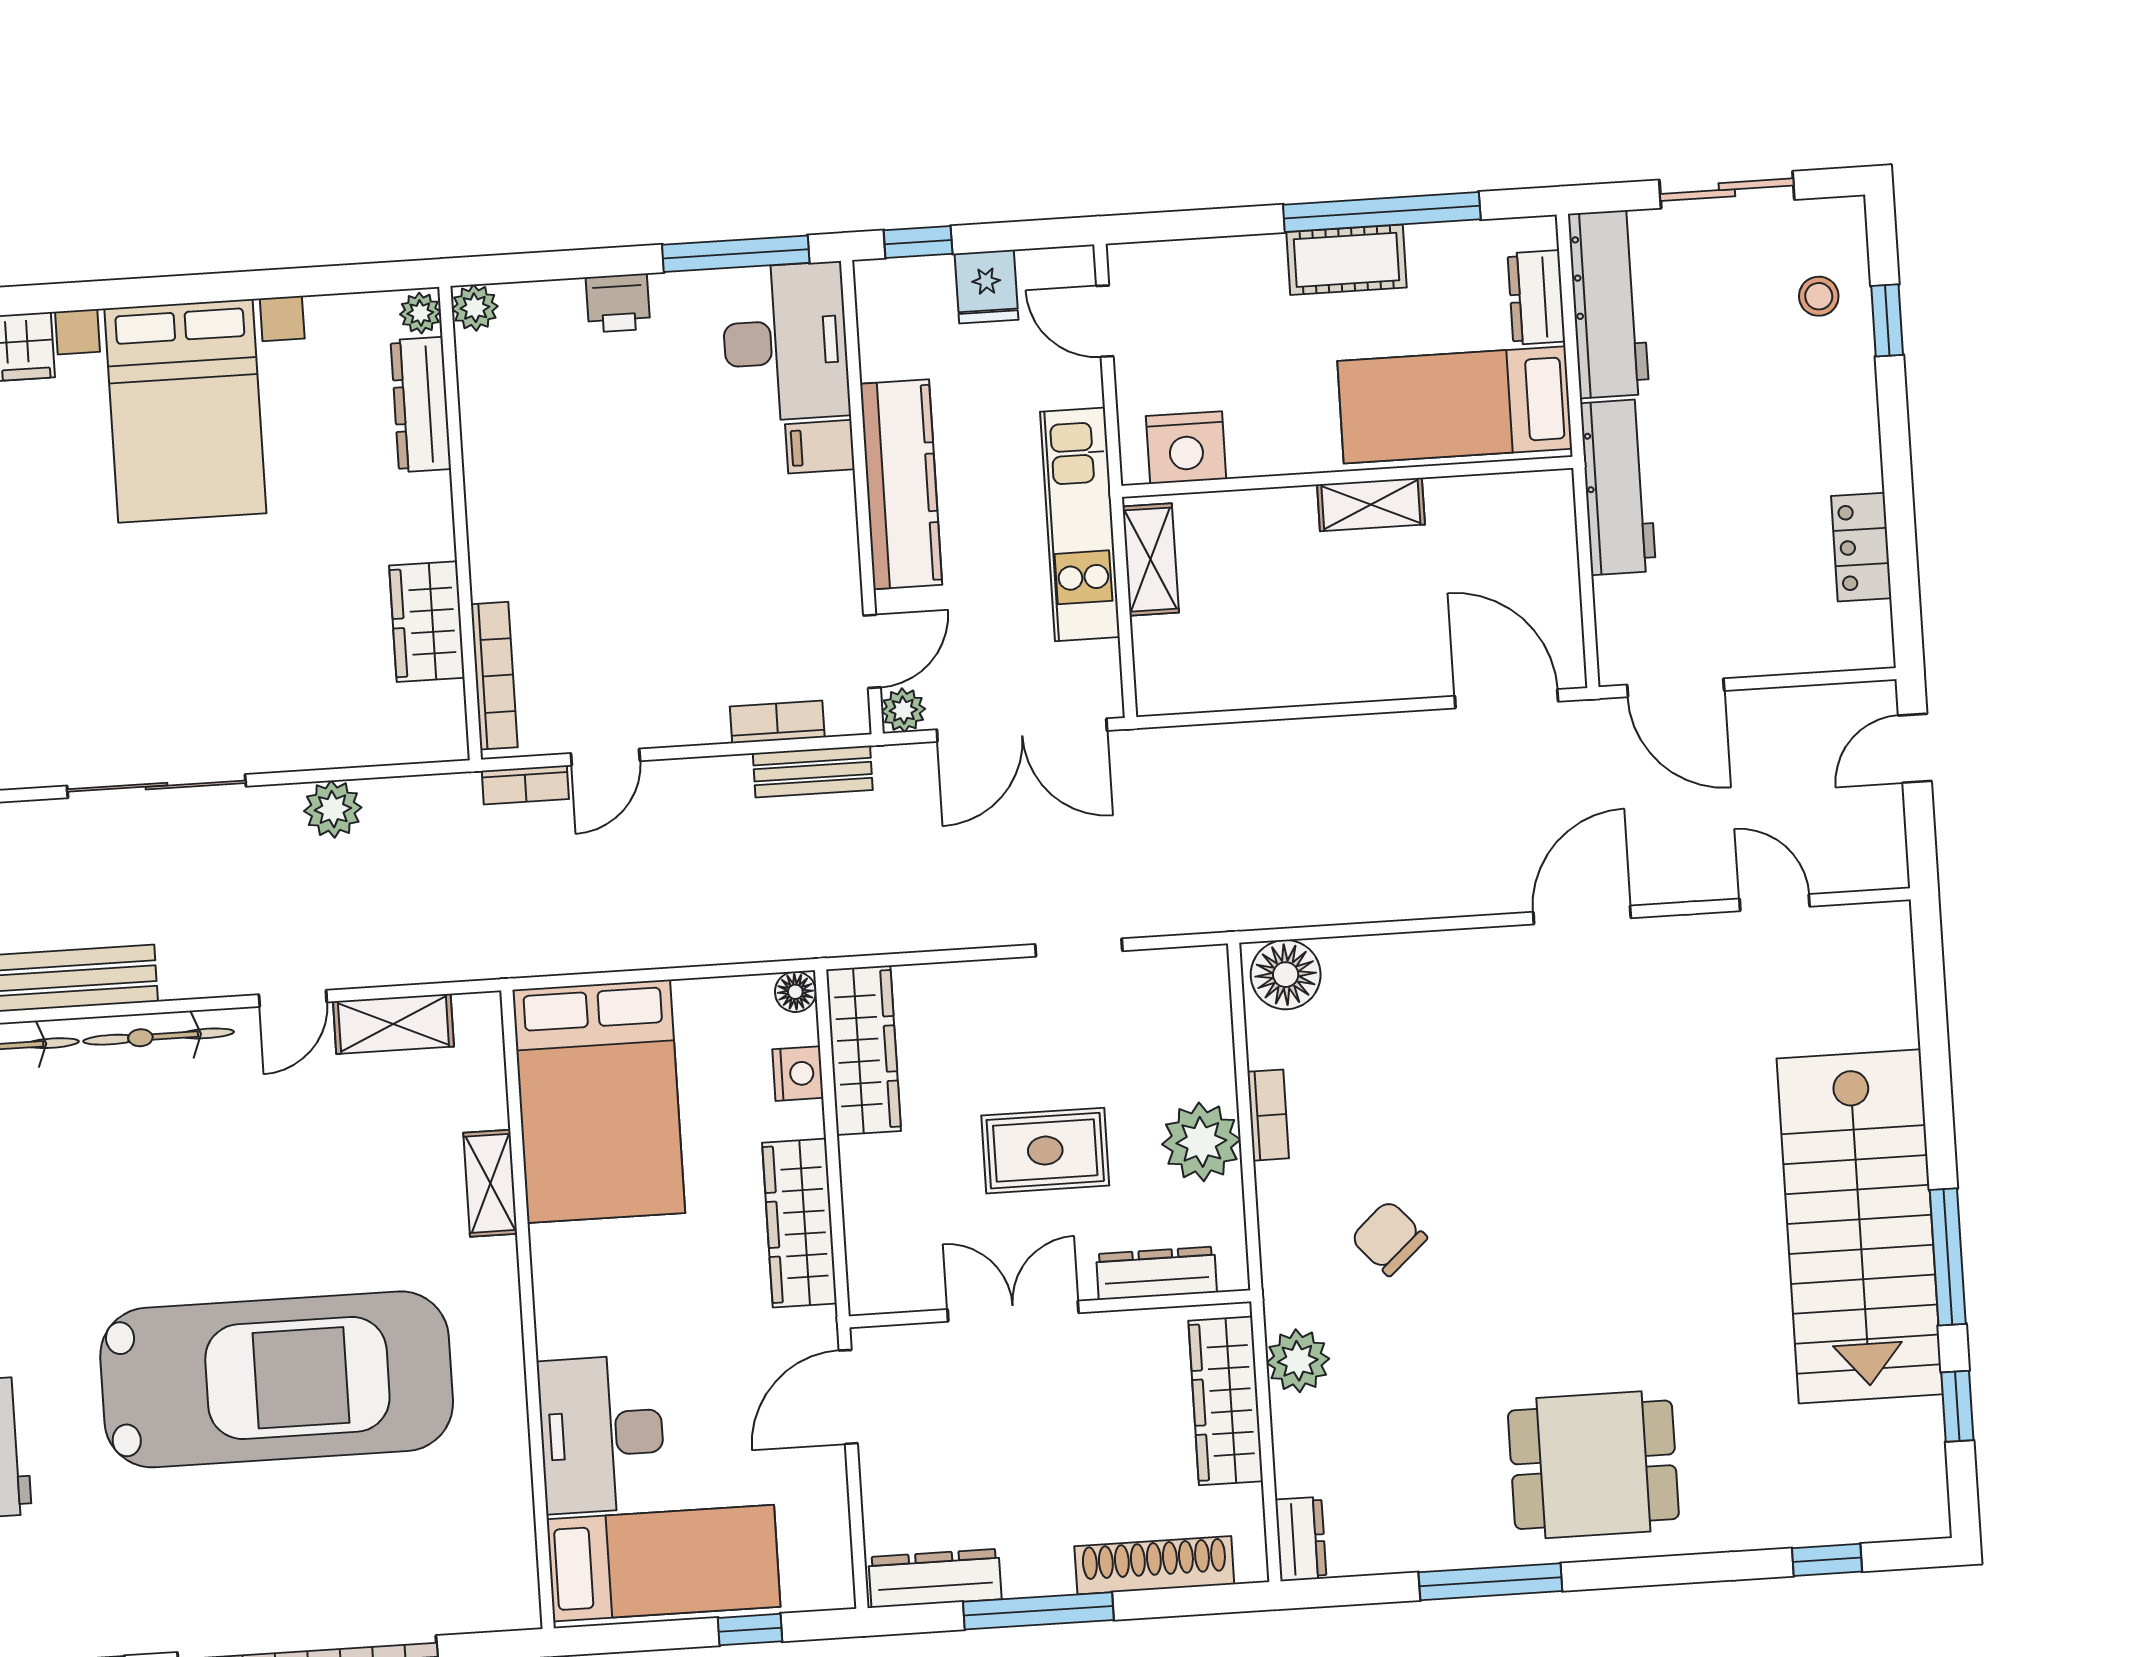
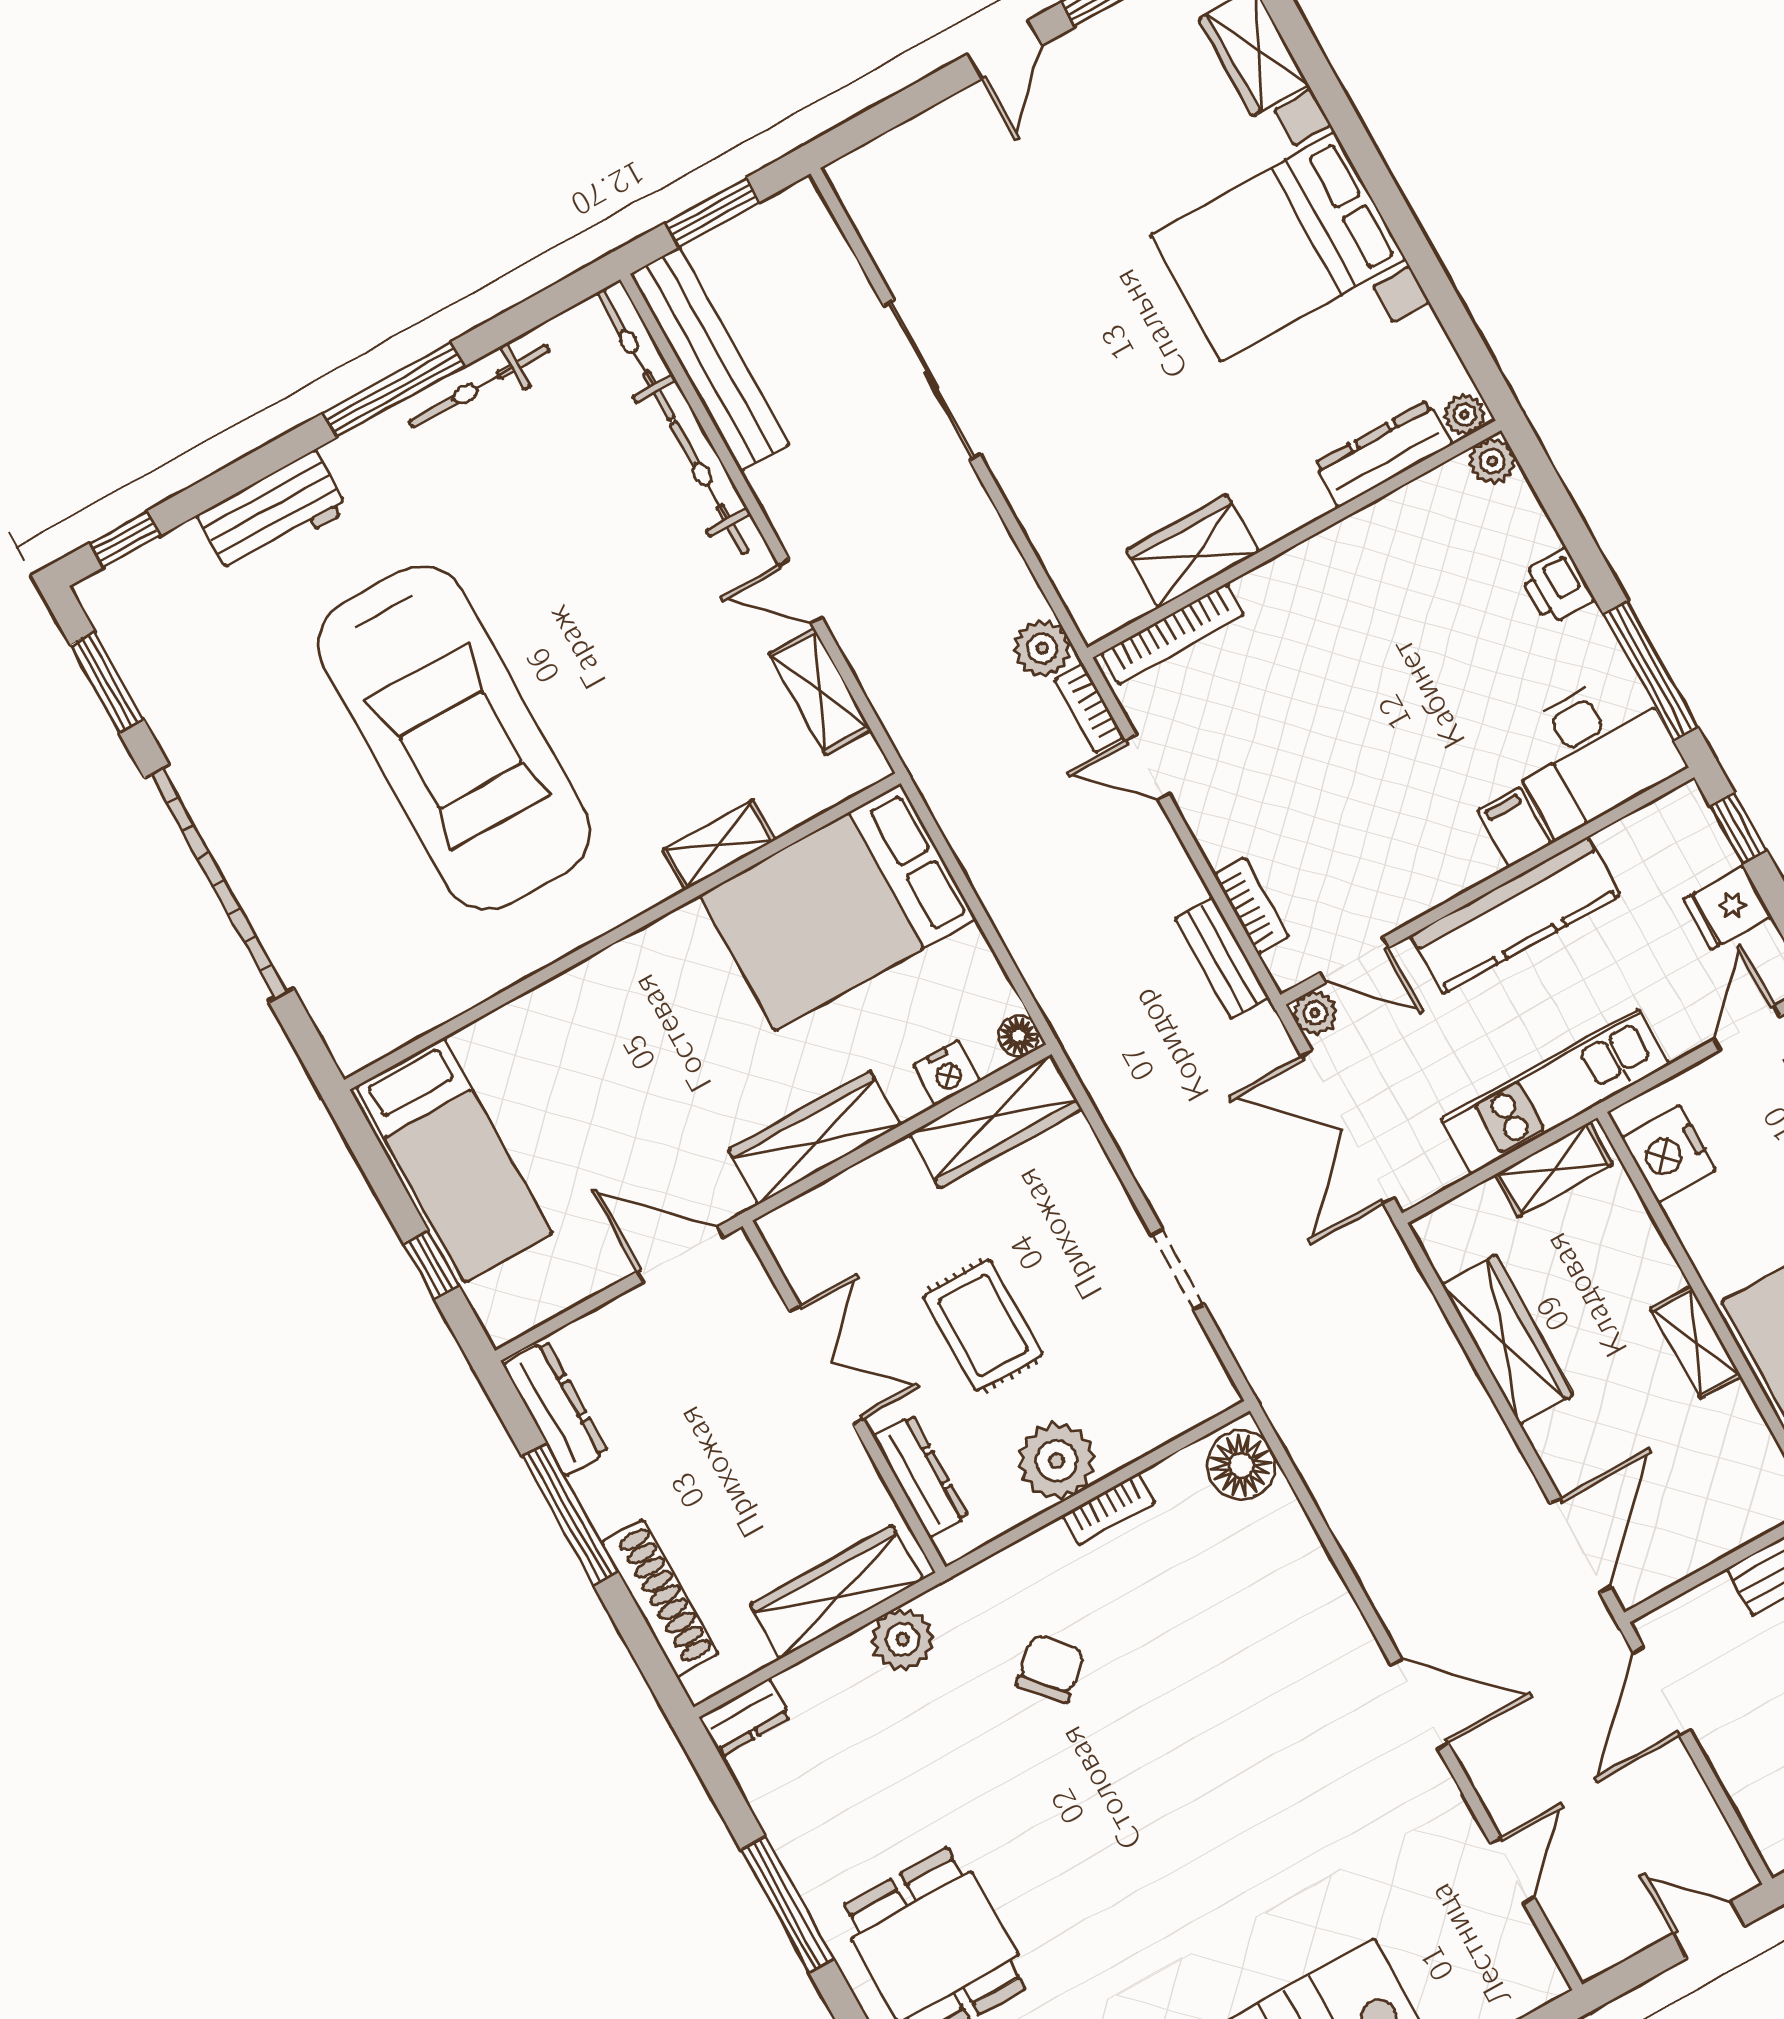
wardrobe: (1287, 676) -> (1508, 1340), added
plant: (333, 809) -> (1042, 648), moved
desk: (602, 1434) -> (543, 1050), removed

